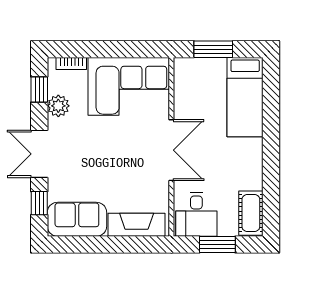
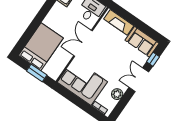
window: (39, 90) -> (120, 106), removed
bed: (245, 97) -> (41, 47), width x1.50
double door: (39, 154) -> (139, 80), swing flipped

